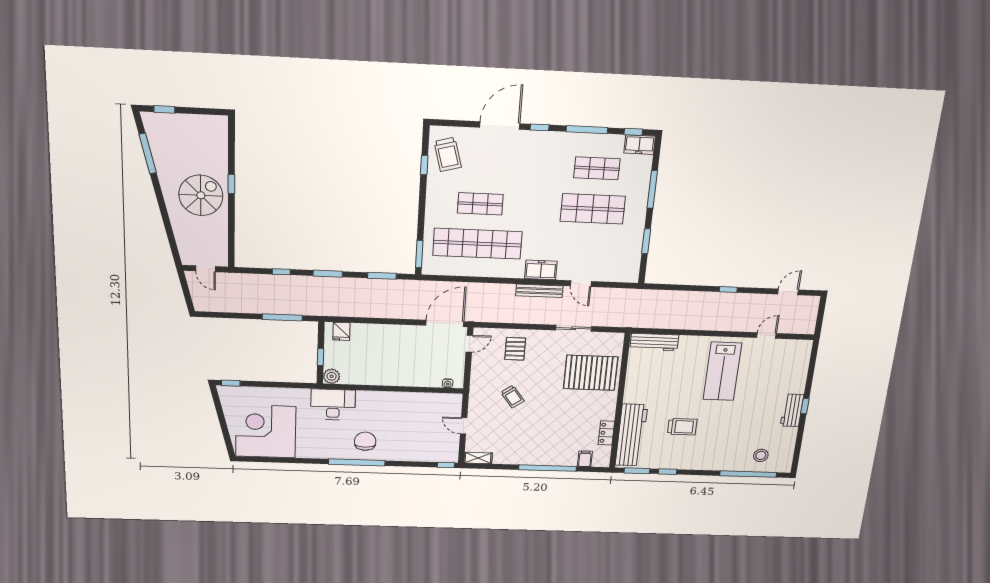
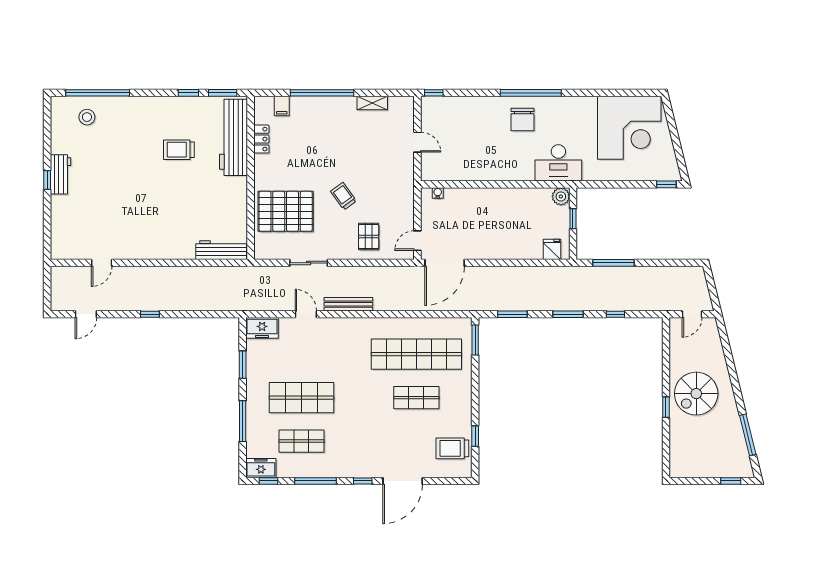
trolley: (448, 154) -> (452, 448), turned -75
door: (205, 269) -> (692, 314), swing flipped
freezer: (541, 270) -> (262, 328), moved
lab bench: (722, 371) -> (144, 219), removed
trolley: (512, 397) -> (343, 196), moved
shelving: (478, 458) -> (372, 103), moved

